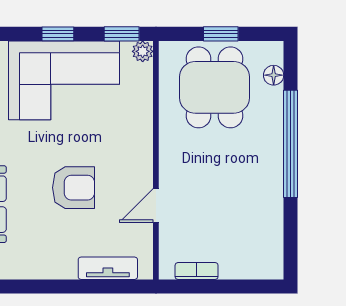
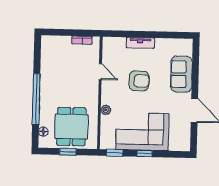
plant: (143, 51) -> (106, 110), moved
armchair: (74, 188) -> (139, 81), turned 180
door: (156, 206) -> (100, 72), hinge flipped
tv unit: (108, 268) -> (140, 43), moved

